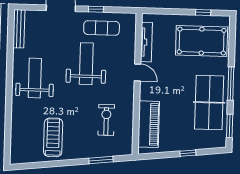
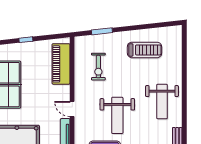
treadmill: (53, 137) -> (144, 50), turned -90

